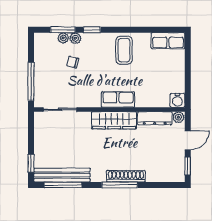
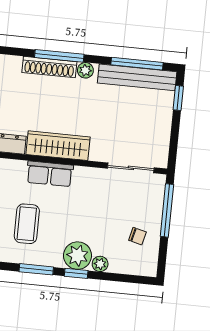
window: (63, 30) -> (36, 269), moved
plant: (63, 38) -> (78, 256), moved, width x1.88, depth x1.88
coffee table: (124, 50) -> (27, 224), moved
chair: (73, 62) -> (137, 236), moved
plant: (100, 176) -> (85, 70), added

